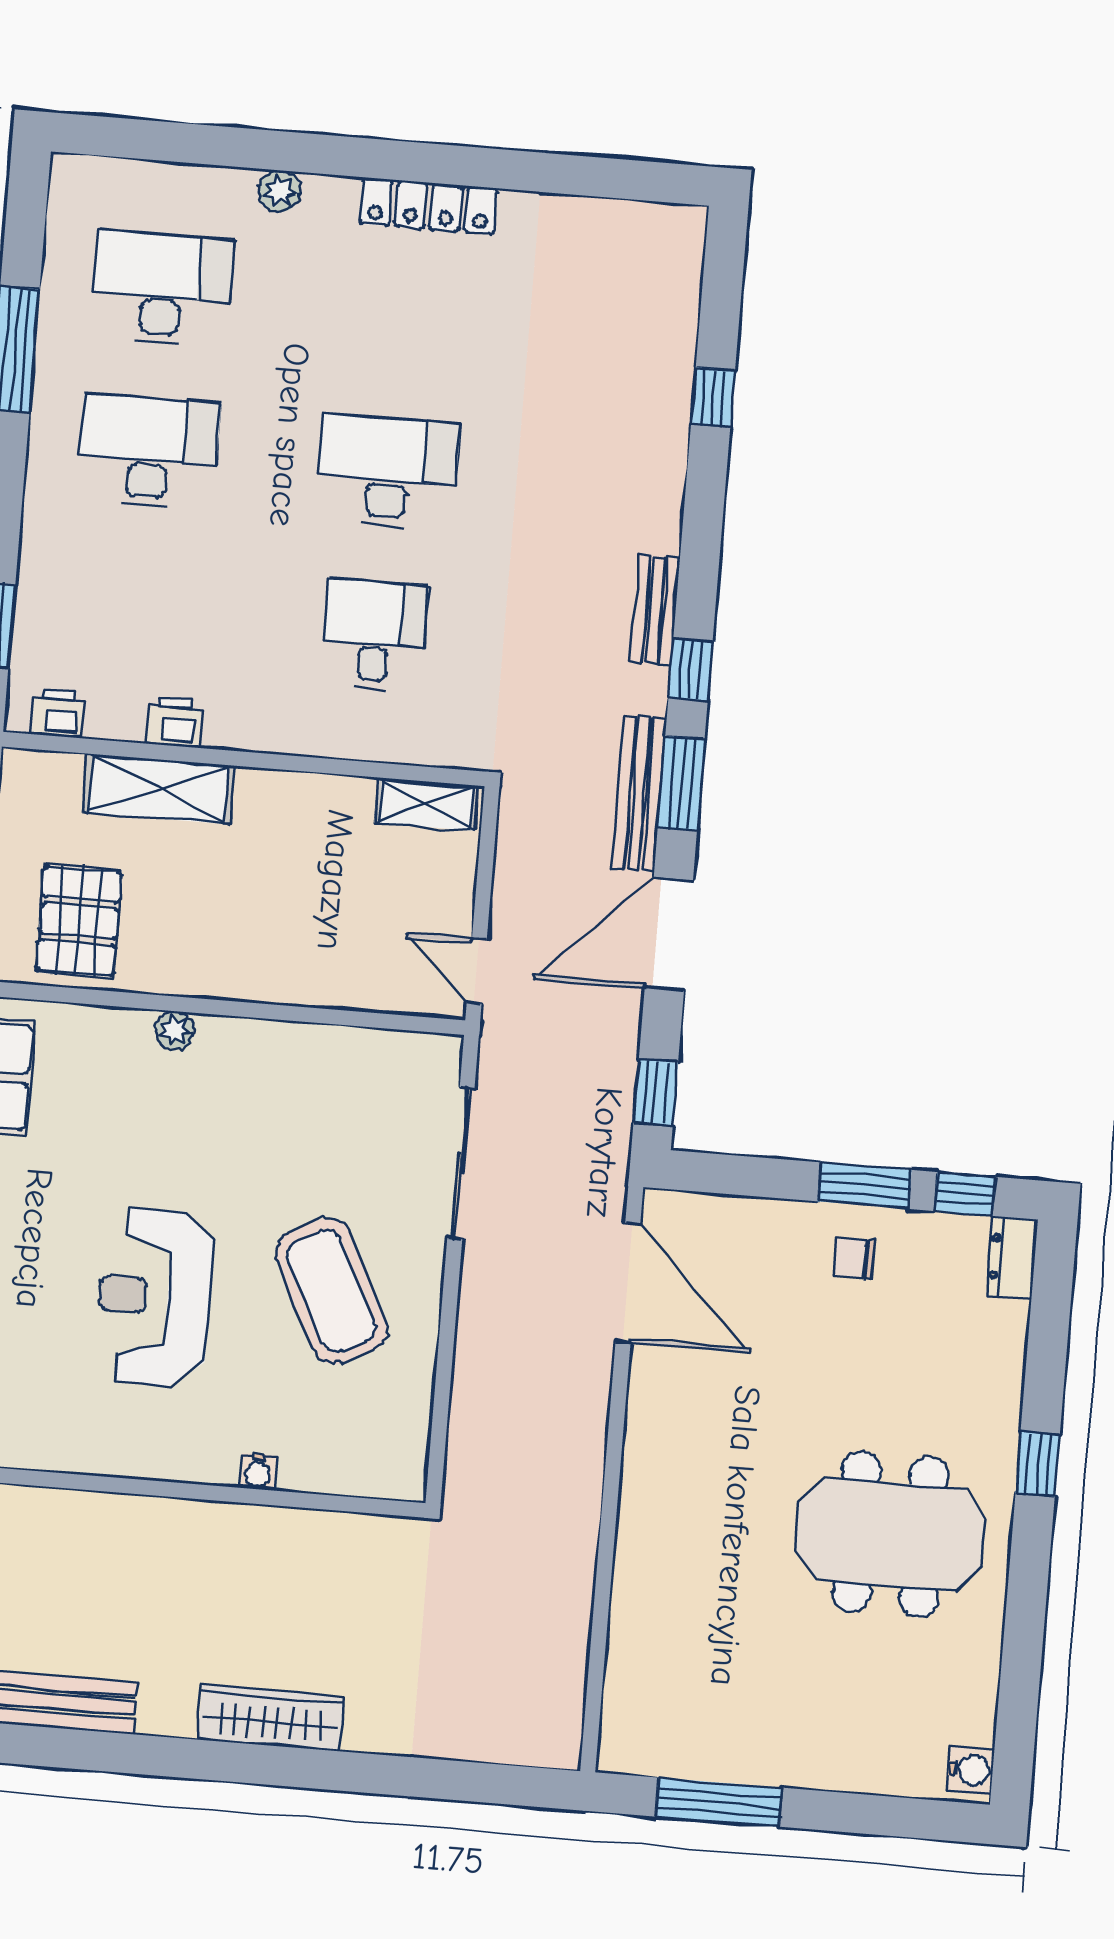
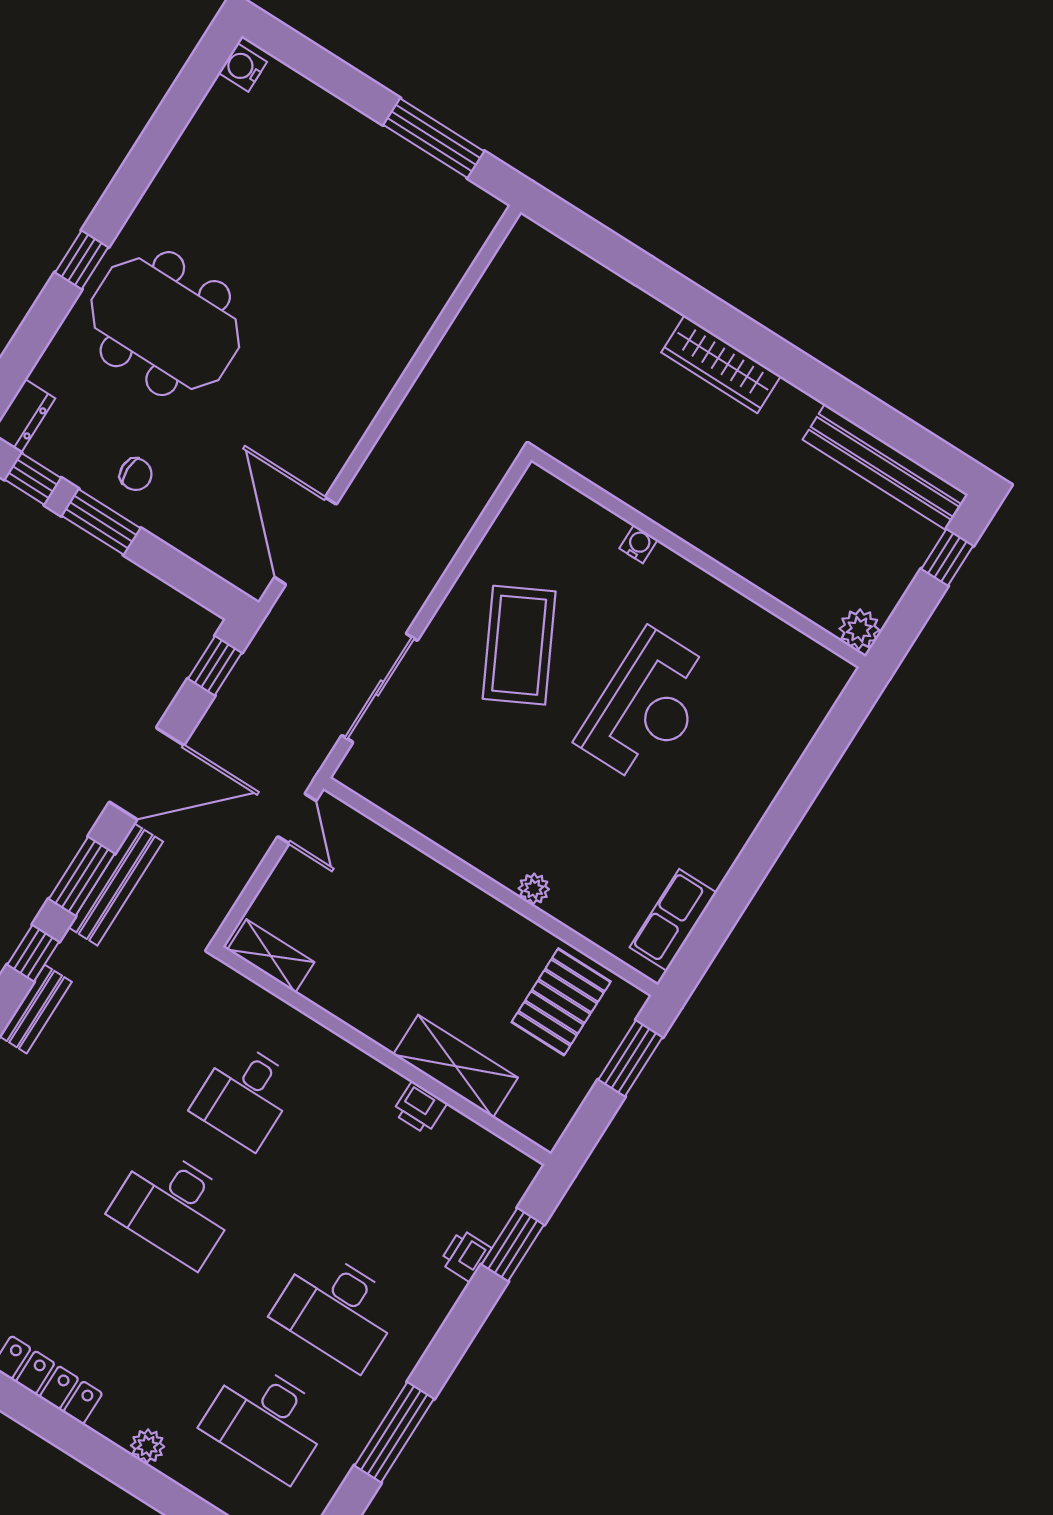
printer: (57, 713) -> (465, 1255), moved, turned 90
meeting table: (890, 1534) -> (165, 324), moved

